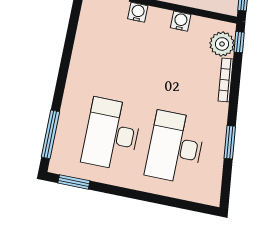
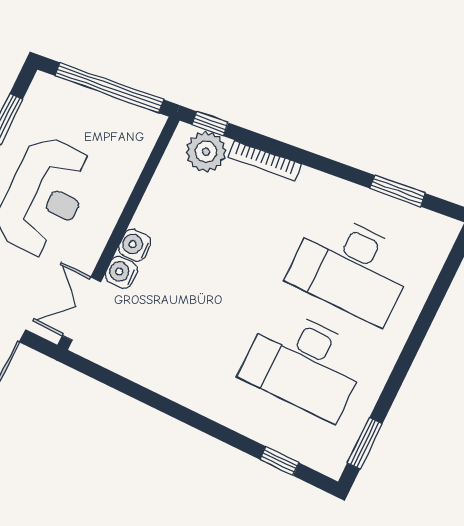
water cooler: (181, 21) -> (135, 245), moved
window: (50, 134) -> (280, 461), width x0.46
window: (230, 142) -> (398, 191), moved

